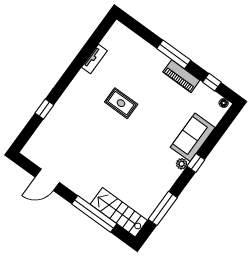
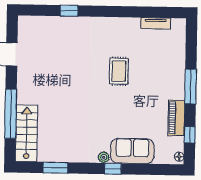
tv unit: (94, 59) -> (156, 23), moved
piano: (181, 76) -> (176, 118), moved
window: (163, 208) -> (55, 168), width x0.69

